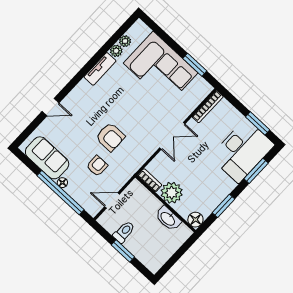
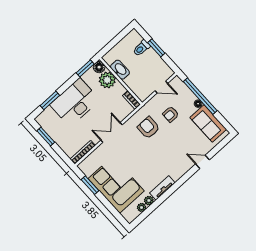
armchair: (110, 137) -> (148, 128), moved
desk: (242, 151) -> (75, 102), moved
plant: (172, 193) -> (107, 80), moved
window: (223, 206) -> (85, 68), moved
toilet: (124, 232) -> (141, 48), moved

